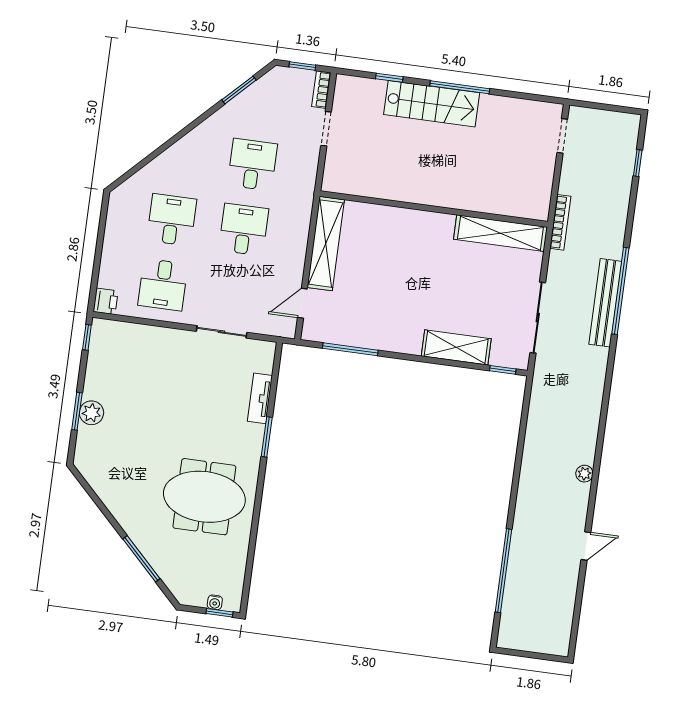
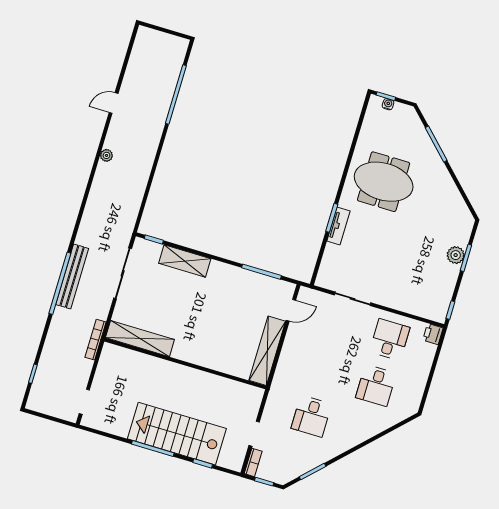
stairs: (432, 104) -> (177, 434), width x1.36, depth x1.51
desk: (244, 230) -> (325, 370), removed
tv unit: (260, 398) -> (338, 226), moved

